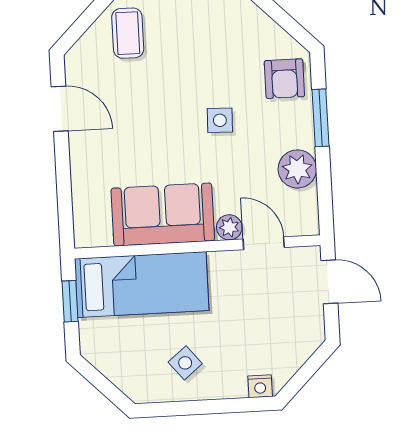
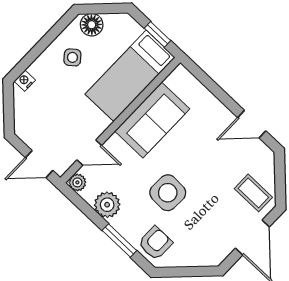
armchair: (284, 79) -> (155, 243), turned 90
side table: (220, 120) -> (168, 193), width x1.87, depth x1.87
plant: (229, 227) -> (77, 182), moved
floor lamp: (131, 379) -> (92, 25), added

